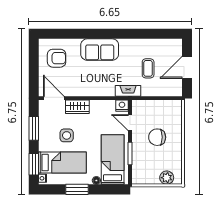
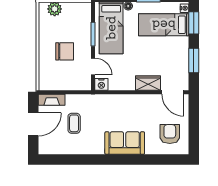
armchair: (57, 58) -> (170, 134), turned 90
fireplace: (128, 91) -> (52, 100), moved
side table: (67, 135) -> (159, 53), removed

